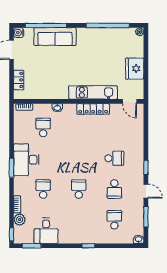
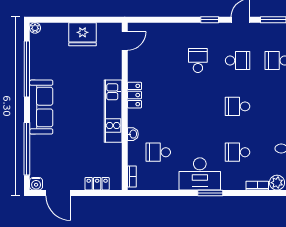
sofa: (55, 37) -> (41, 107), moved
kitchen unit: (93, 92) -> (113, 111), moved
locker: (93, 109) -> (135, 95), width x0.66

